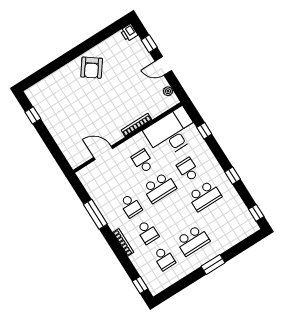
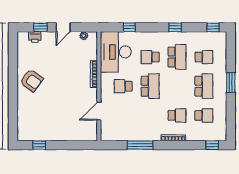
printer: (129, 33) -> (35, 37), moved
school desk: (131, 206) -> (204, 57), moved

